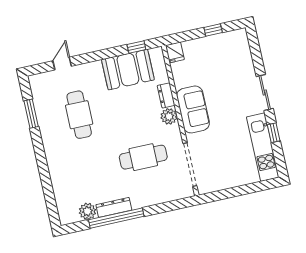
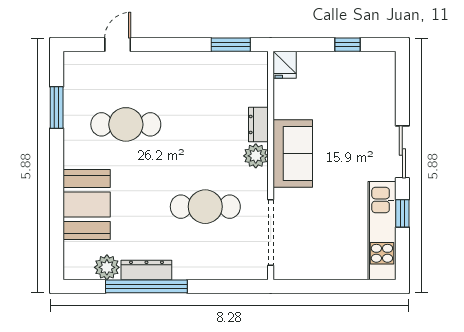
window: (136, 47) -> (231, 45), width x1.50
booth: (128, 70) -> (87, 204), moved, turned 90
cafe table: (79, 115) -> (126, 124), turned 90

